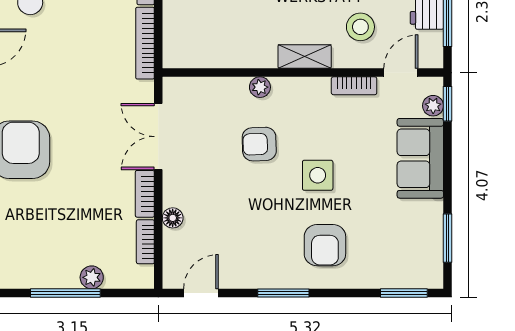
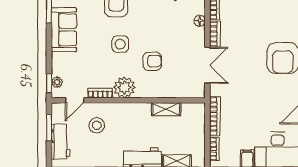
shelving: (305, 57) -> (166, 109), moved
plant: (260, 87) -> (124, 87), moved, width x1.88, depth x1.88
sofa: (420, 158) -> (64, 30), moved

